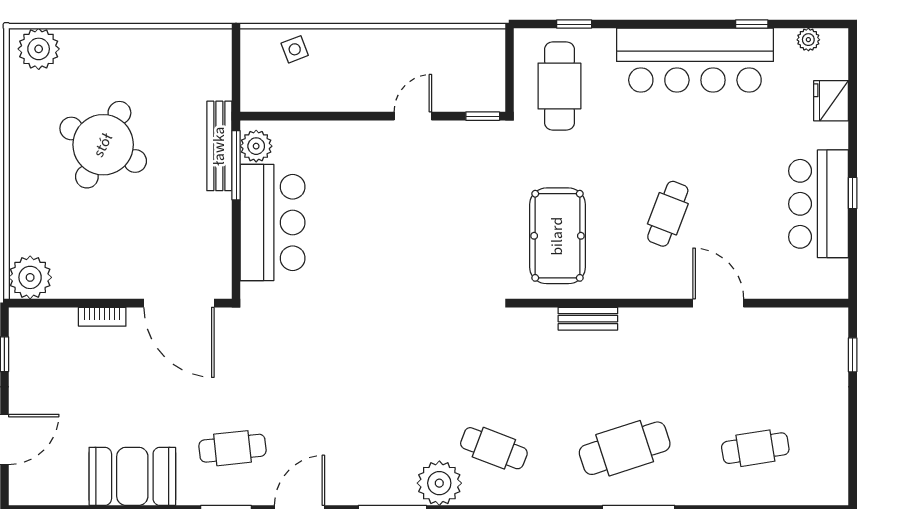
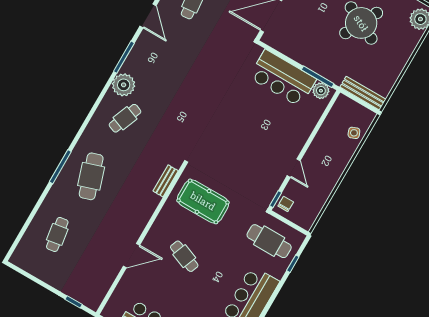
chair: (481, 95) -> (286, 204), added
bench: (219, 146) -> (363, 93), moved
bench: (588, 319) -> (166, 181), moved

